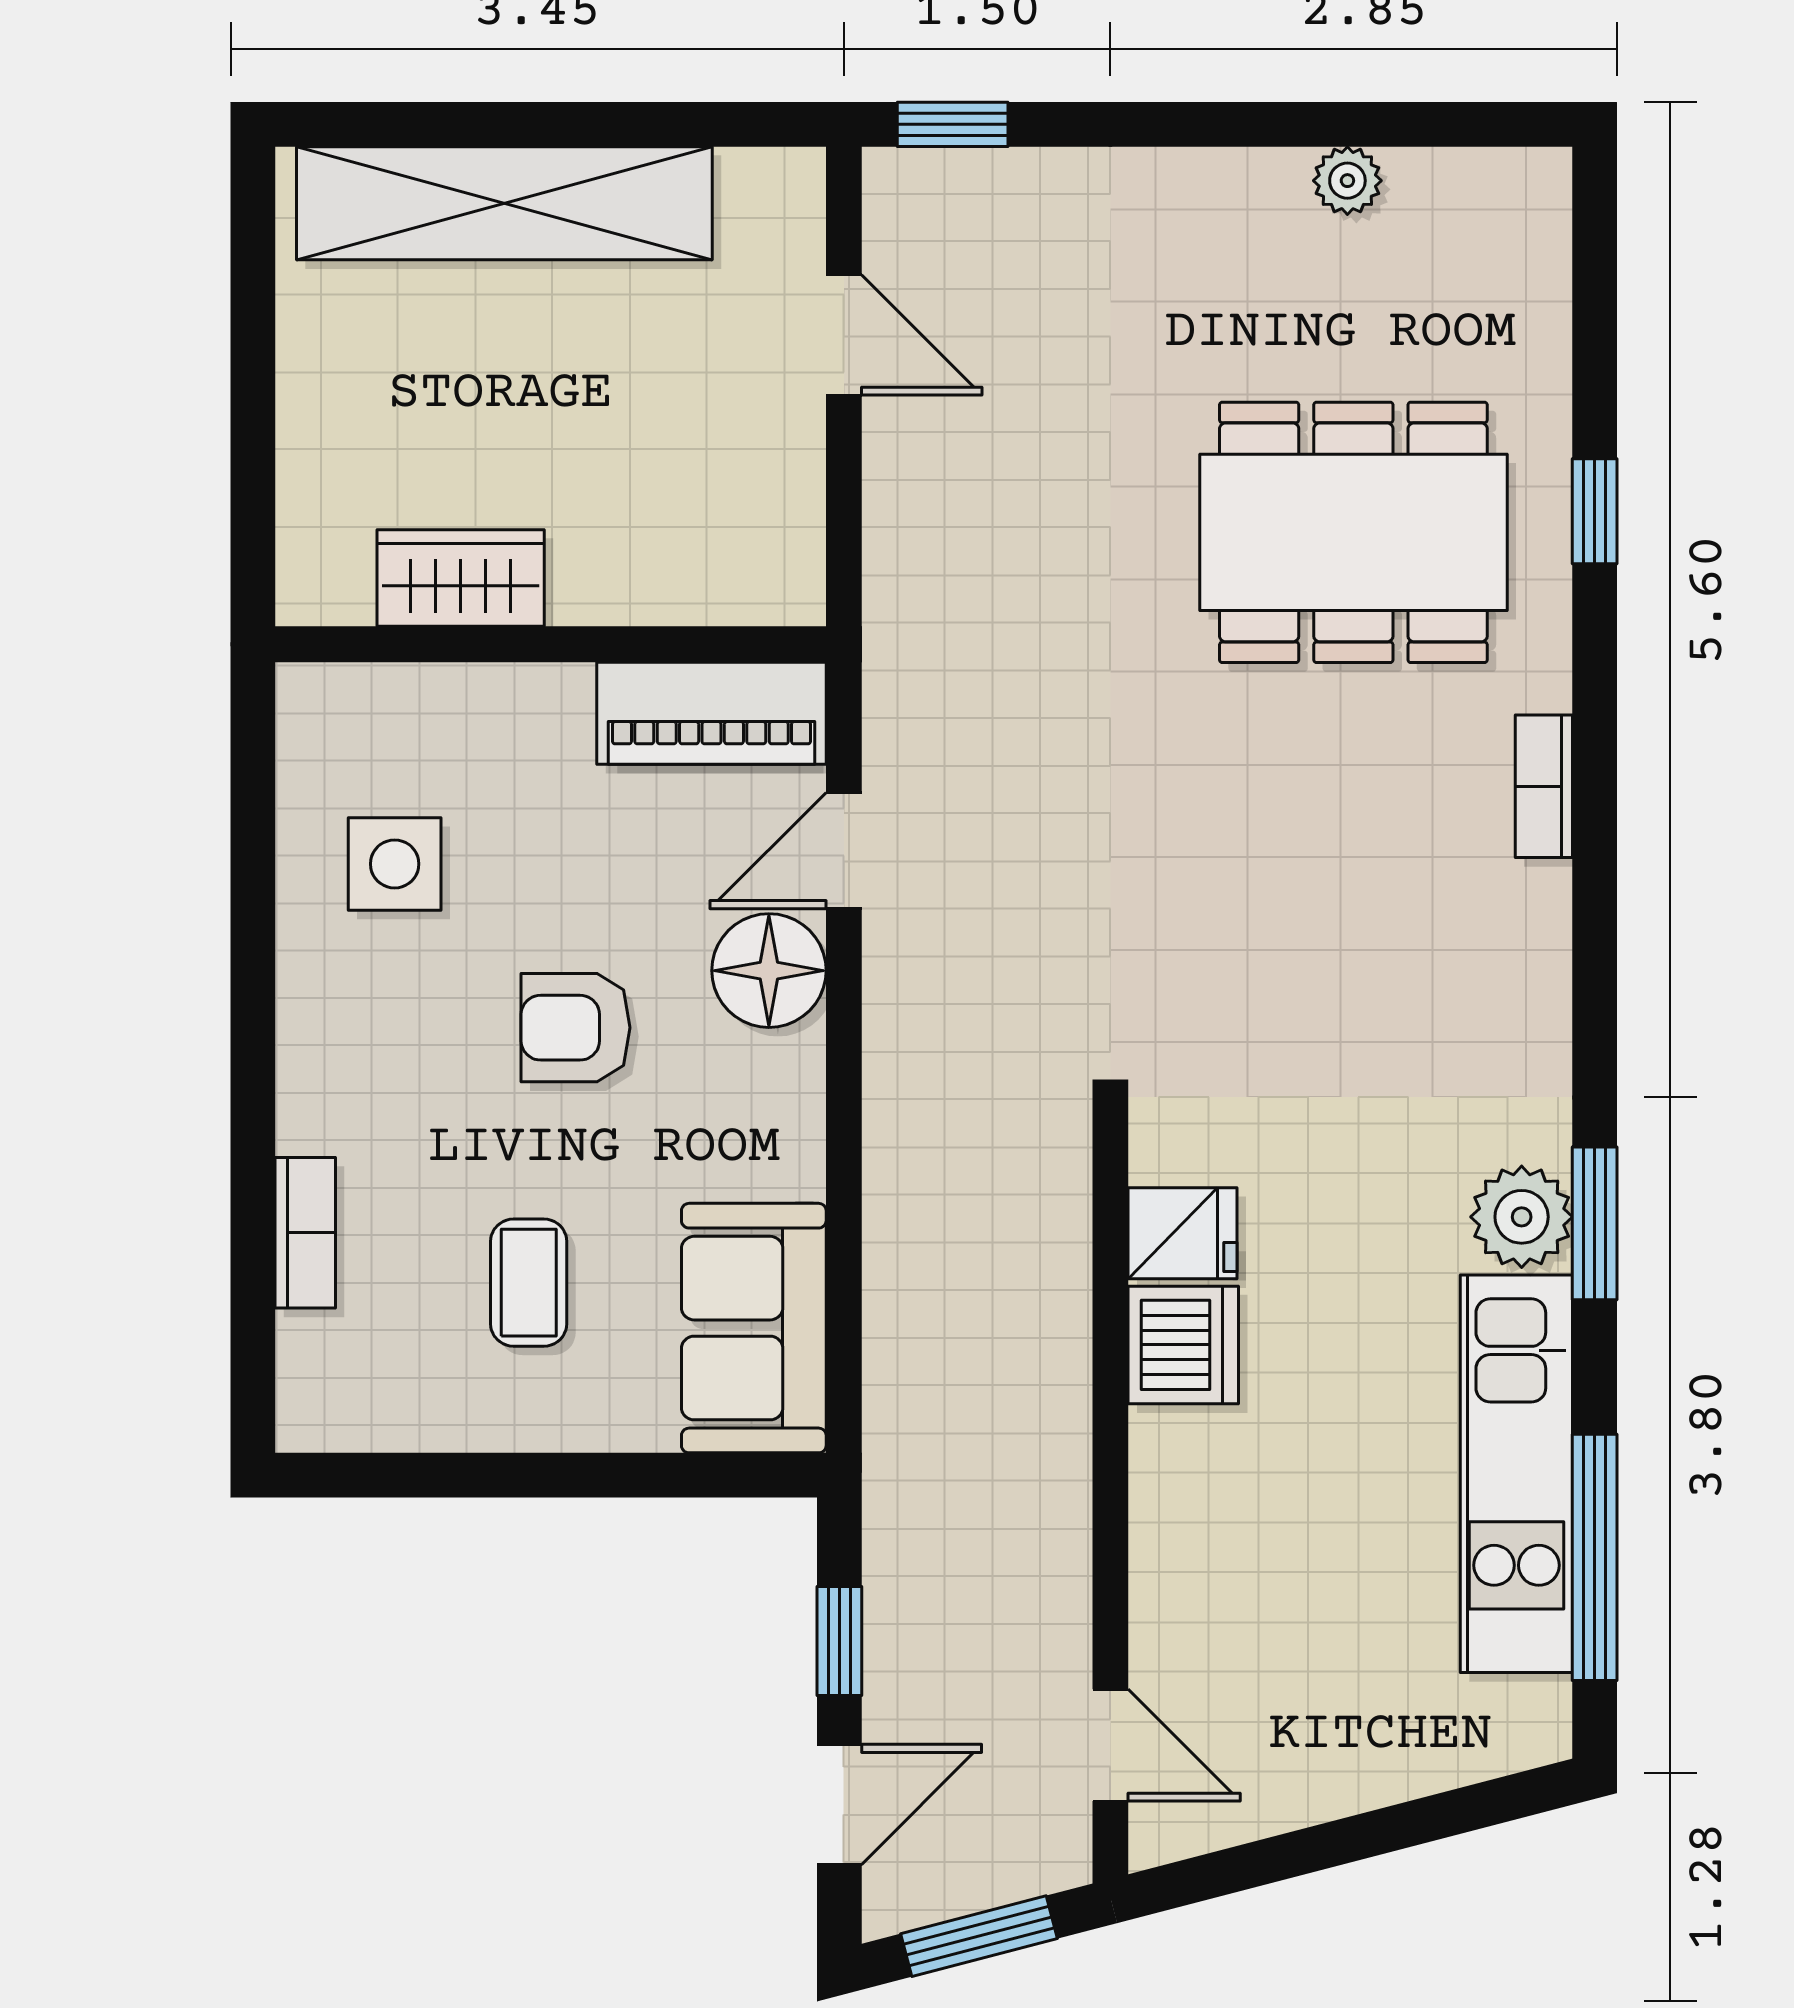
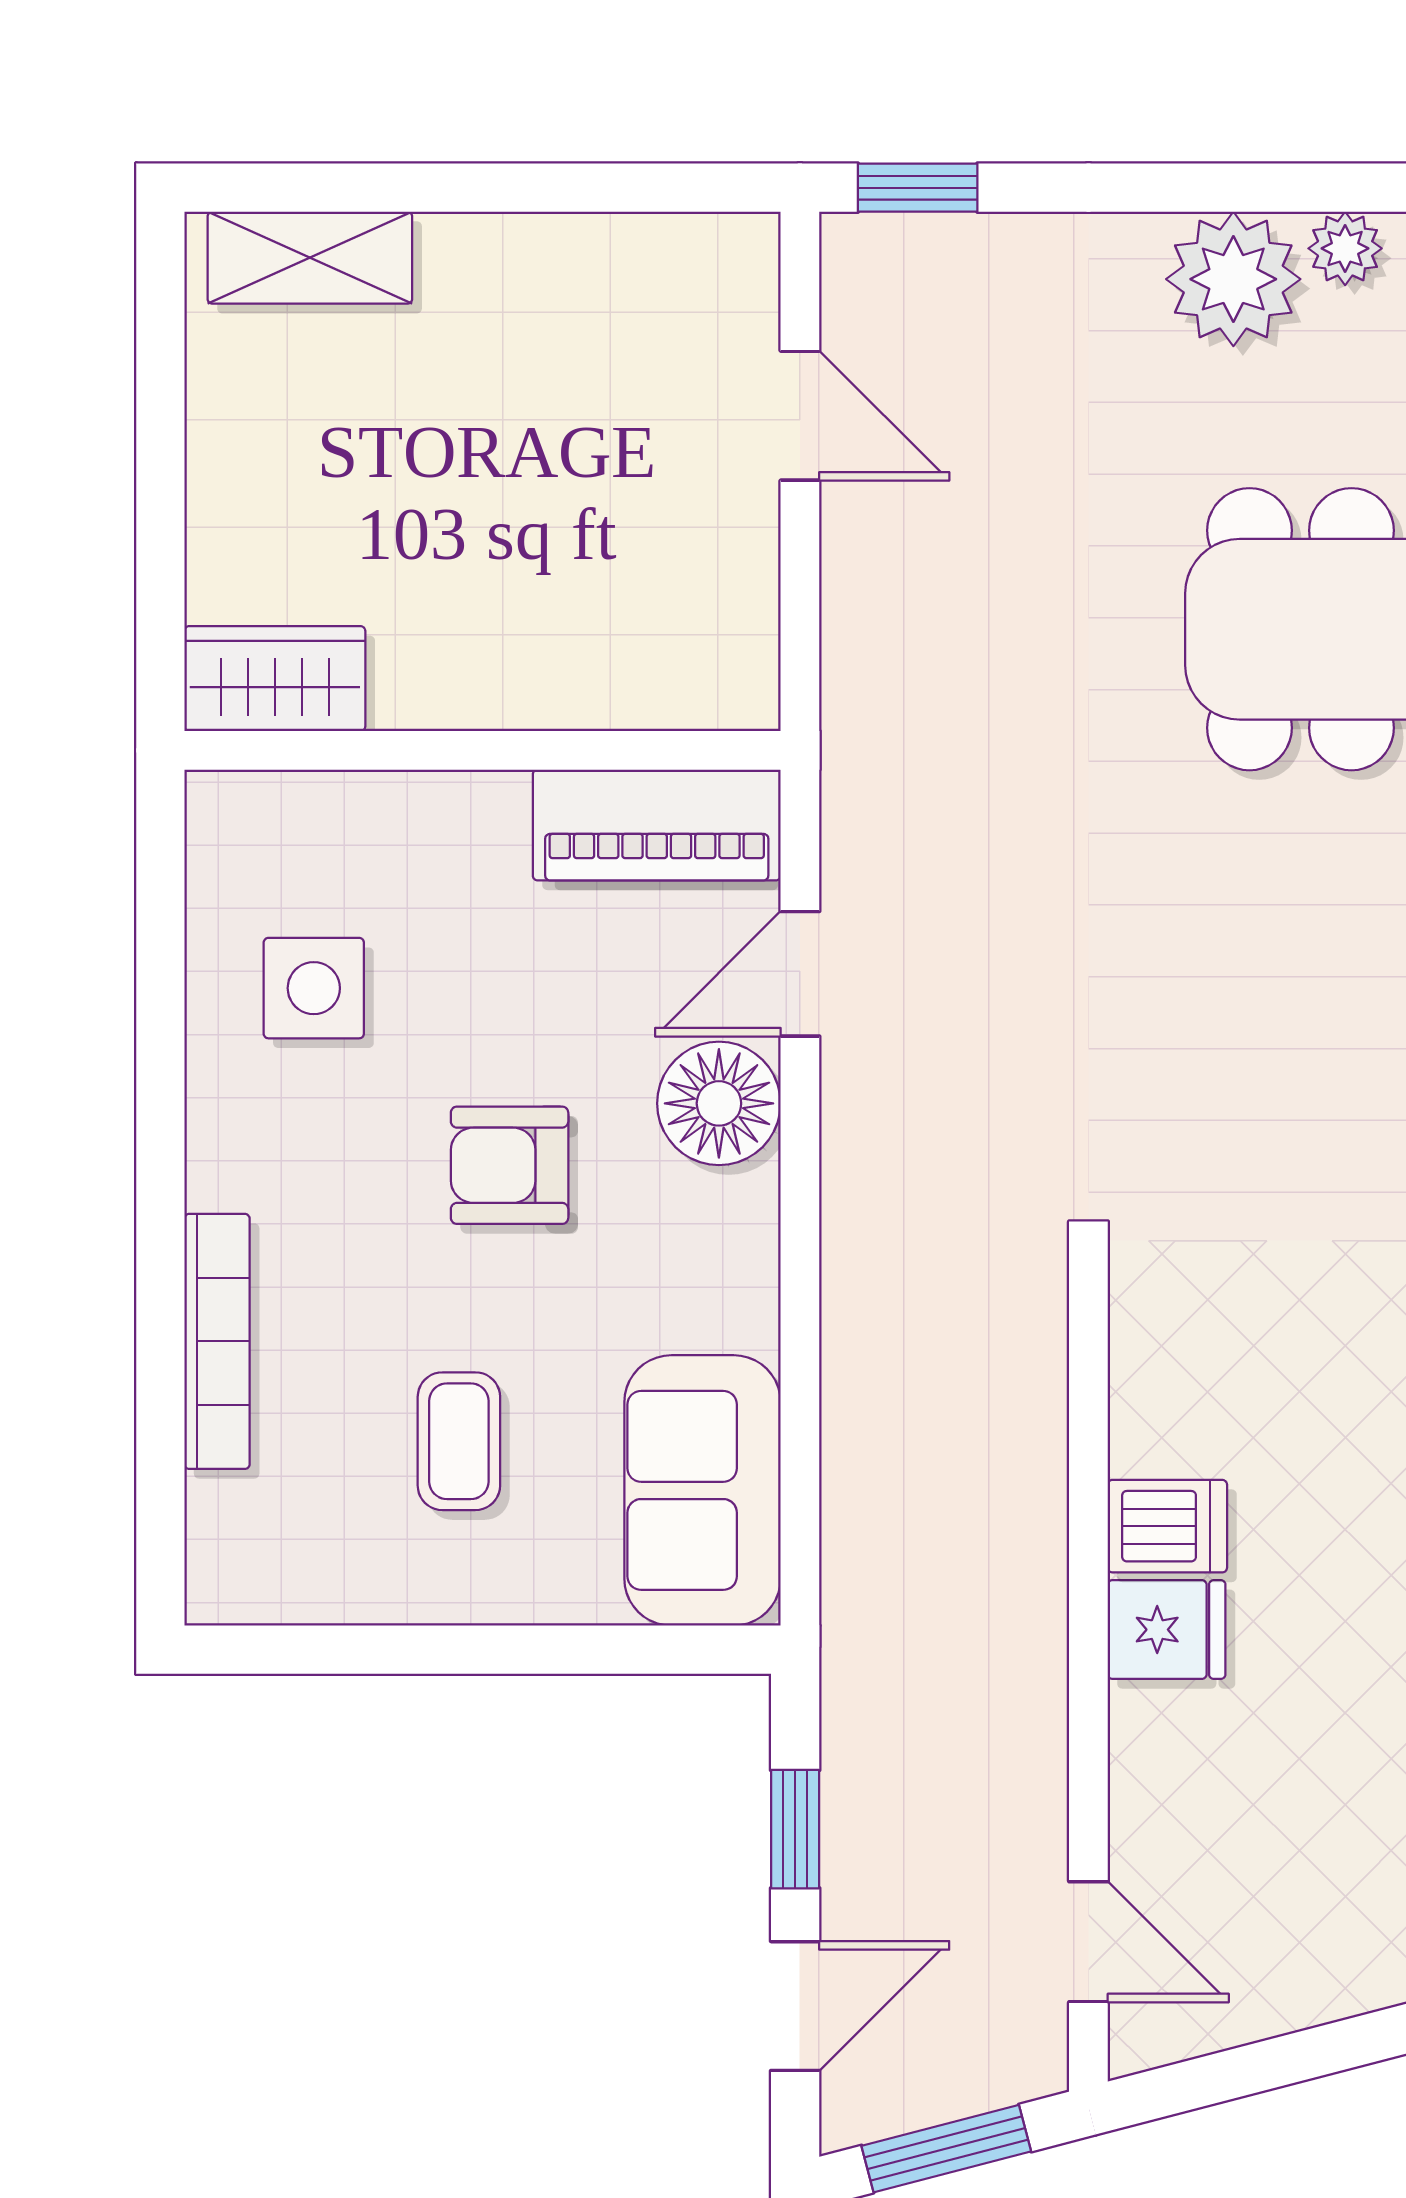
shelving: (504, 203) -> (310, 258), width x0.45, depth x0.75
plant: (1244, 209) -> (1233, 279), added
wardrobe: (461, 578) -> (275, 679), moved
bookcase: (305, 1233) -> (217, 1341), width x1.56
fridge: (1183, 1233) -> (1167, 1630), moved
dishwasher: (1183, 1345) -> (1167, 1526), width x0.73

